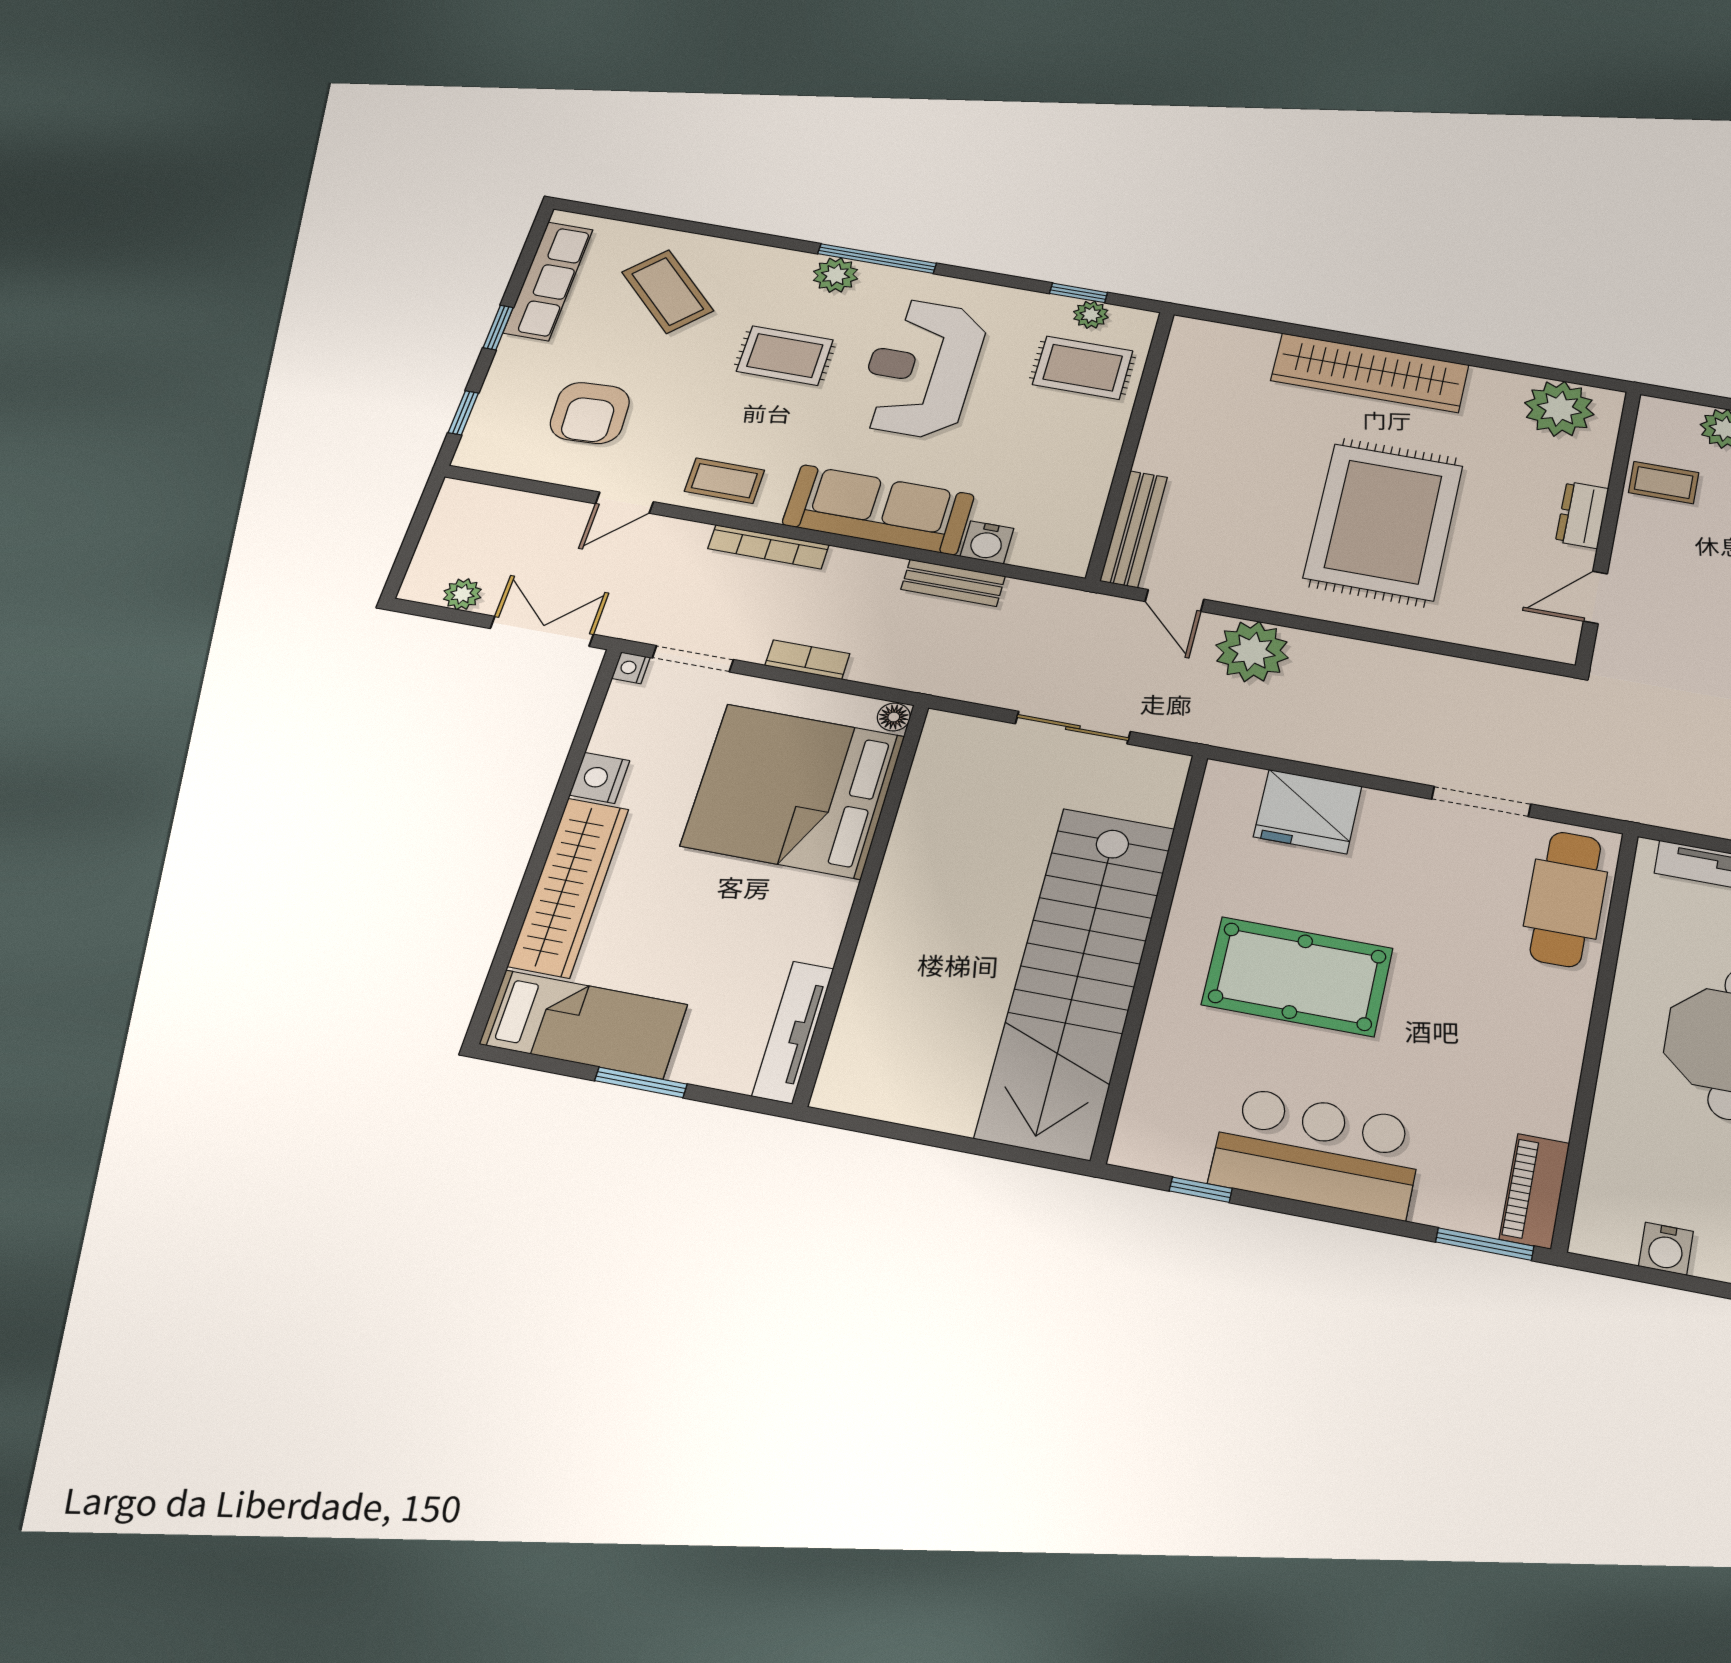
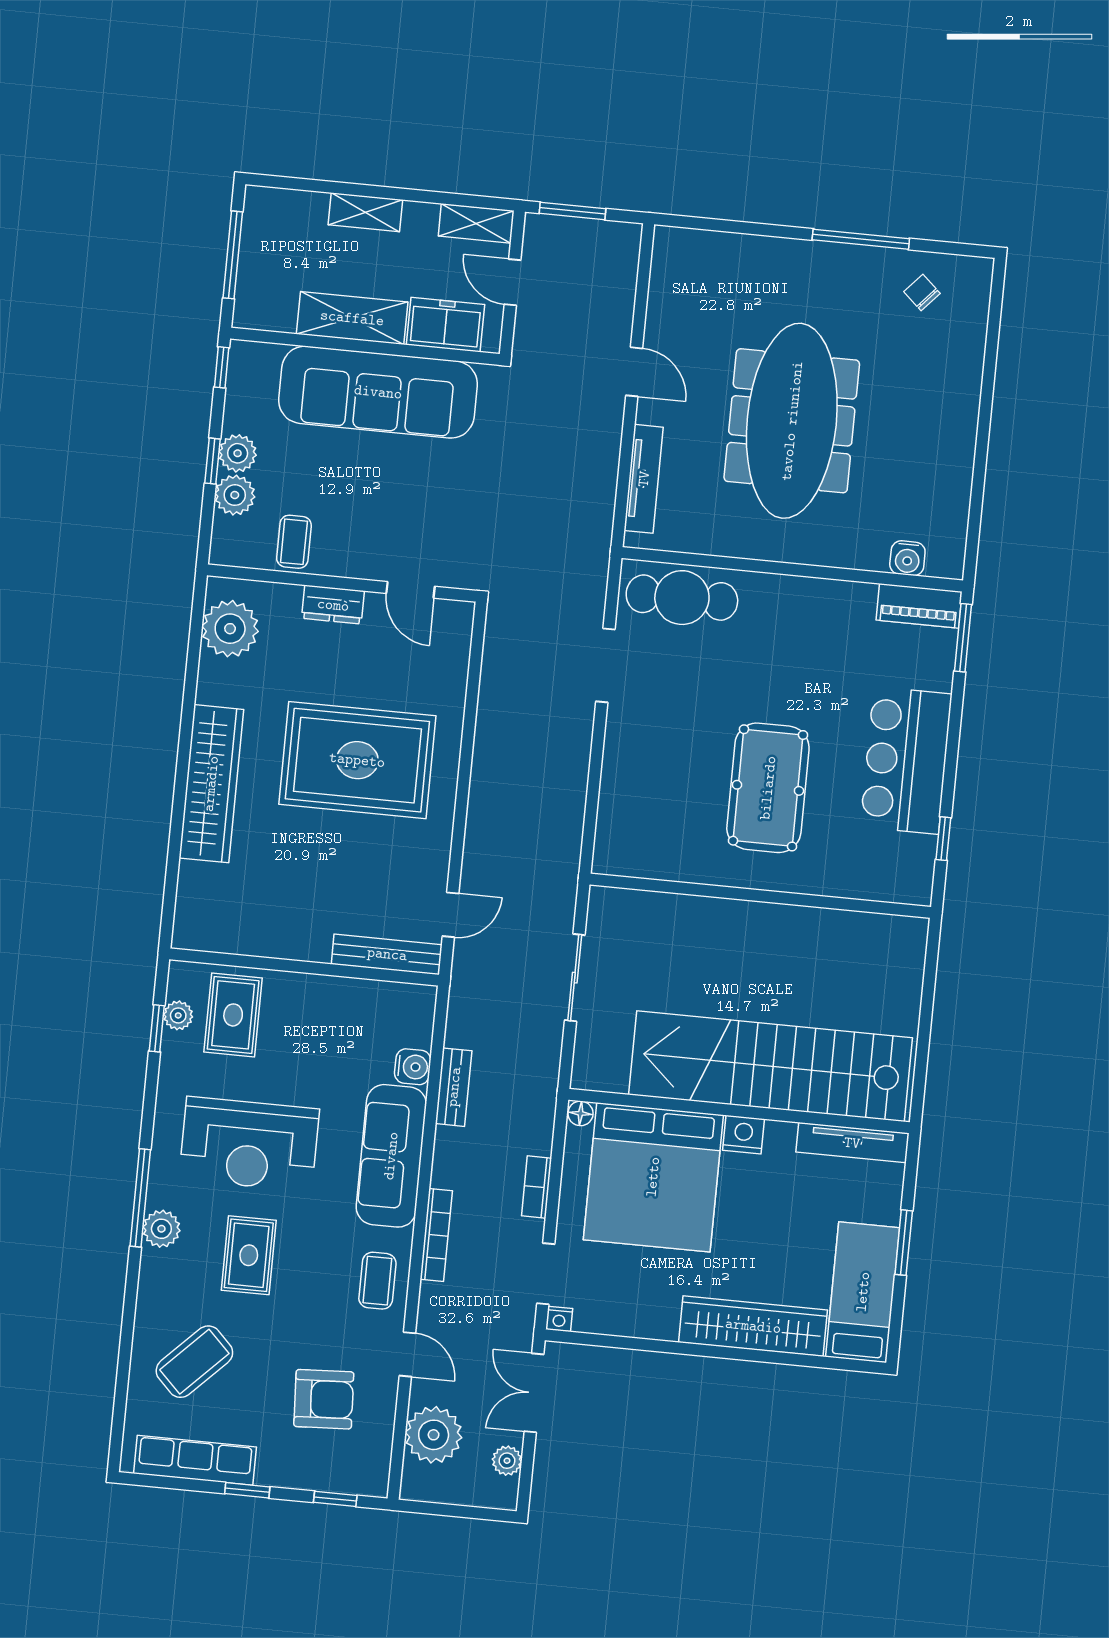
plant: (1252, 651) -> (434, 1435), moved
nightstand: (600, 778) -> (743, 1135), moved, turned 180
fridge: (1308, 811) -> (628, 794), removed
stairs: (1077, 980) -> (771, 1066), moved, turned 180
water cooler: (1666, 1249) -> (907, 558), moved, turned 90

